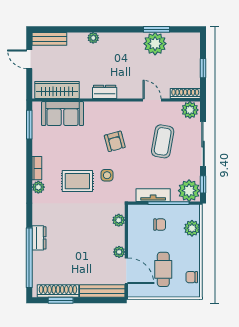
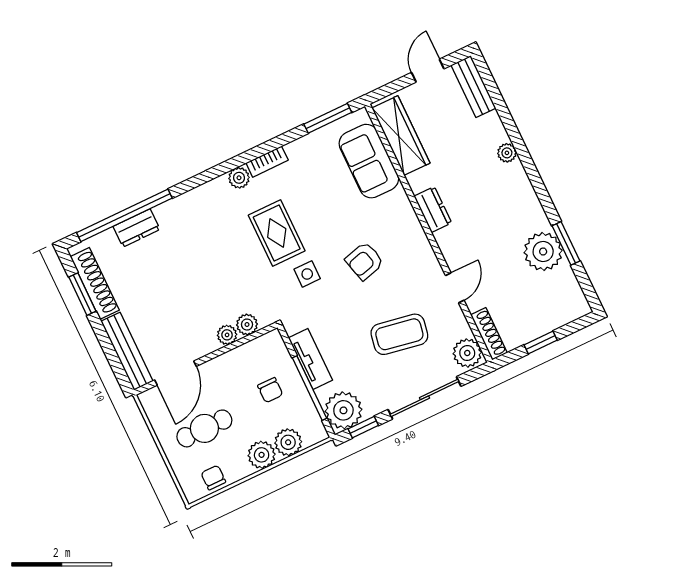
dresser: (39, 238) -> (137, 228), moved
plant: (192, 246) -> (262, 455), added
plant: (119, 252) -> (227, 335), moved

